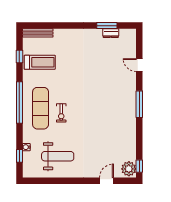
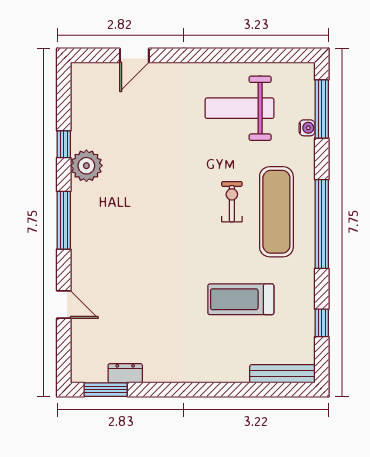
window: (107, 26) -> (106, 390), moved
treadmill: (40, 62) -> (241, 299), moved
window: (19, 156) -> (322, 109), width x2.17
window: (139, 166) -> (64, 144), moved
plant: (129, 169) -> (86, 166), moved

